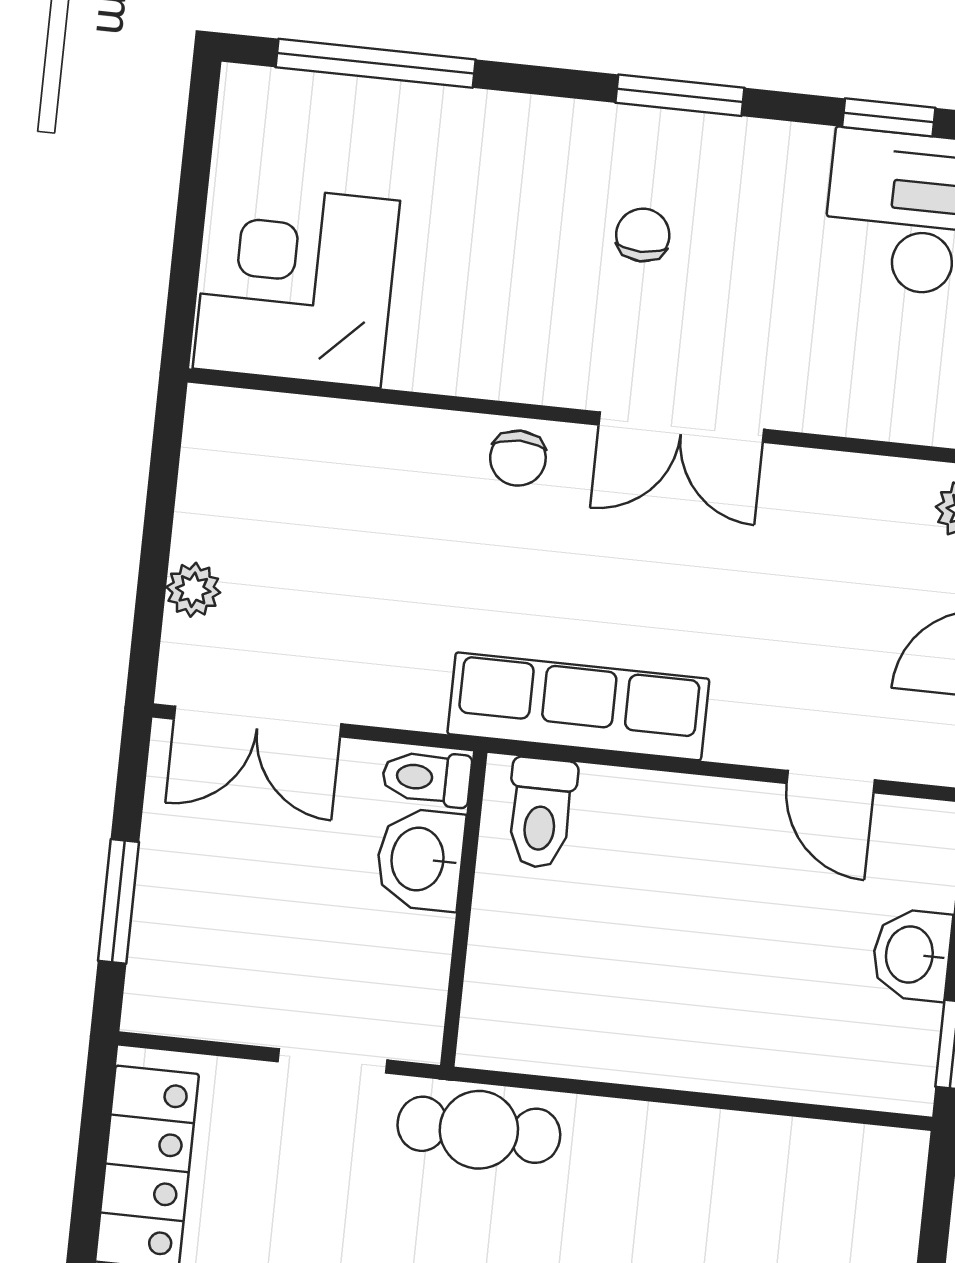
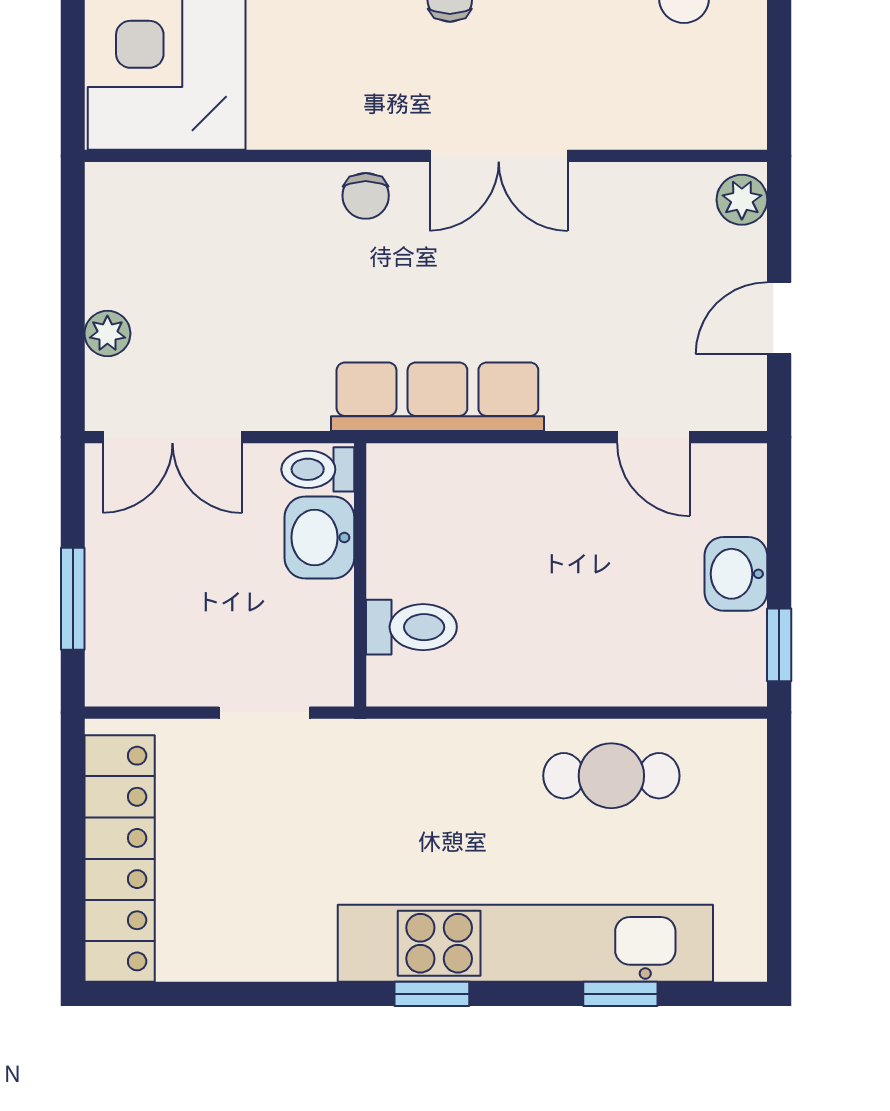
toilet: (541, 813) -> (411, 627), moved, turned -90
cafe table: (479, 1130) -> (611, 776), moved

